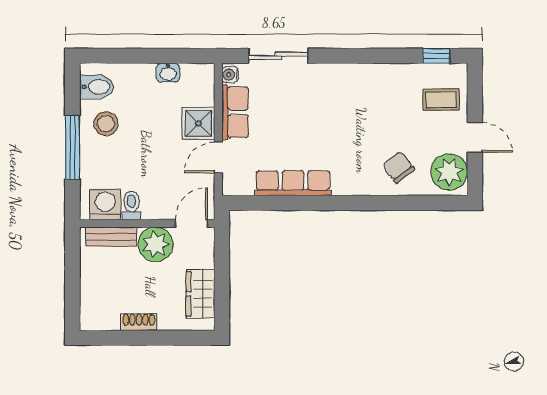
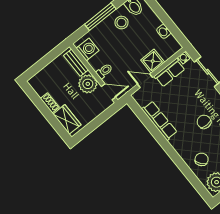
chair: (347, 120) -> (204, 122), added
toilet: (131, 205) -> (104, 71), moved
wardrobe: (200, 294) -> (67, 119), moved, turned 90

